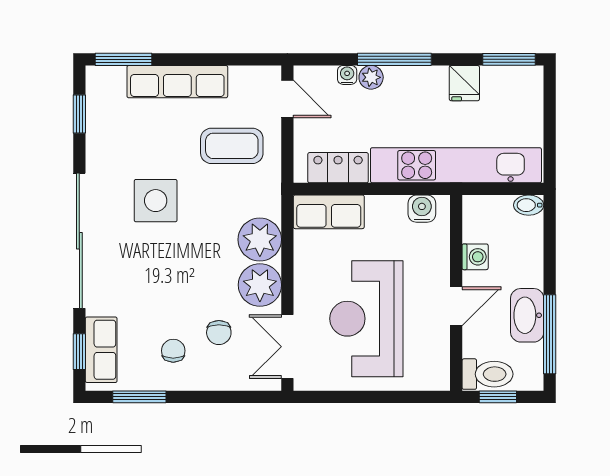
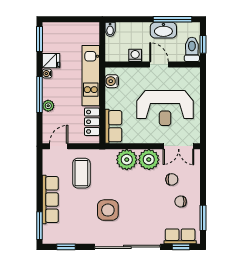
water cooler: (347, 75) -> (47, 74), moved
kitchen unit: (456, 165) -> (91, 76), width x0.73

